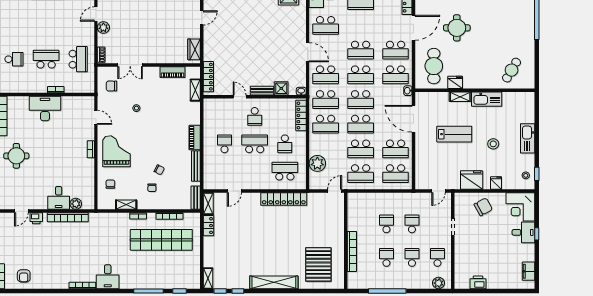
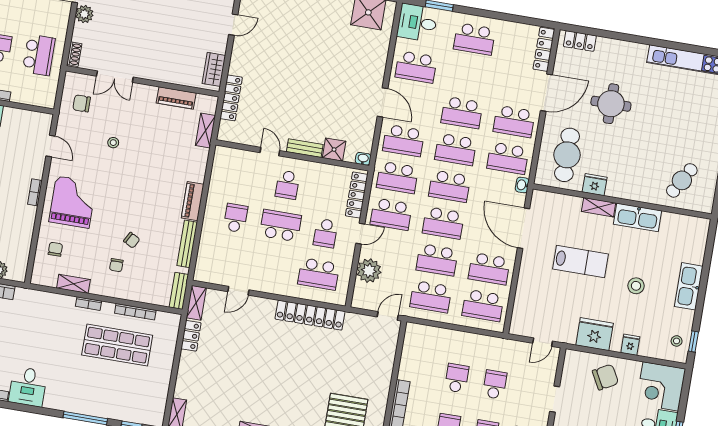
locker: (208, 77) -> (231, 98), moved
door: (308, 140) -> (360, 234), added
school desk: (285, 171) -> (319, 274), turned 180
shop shelf: (161, 240) -> (117, 345), width x0.71

